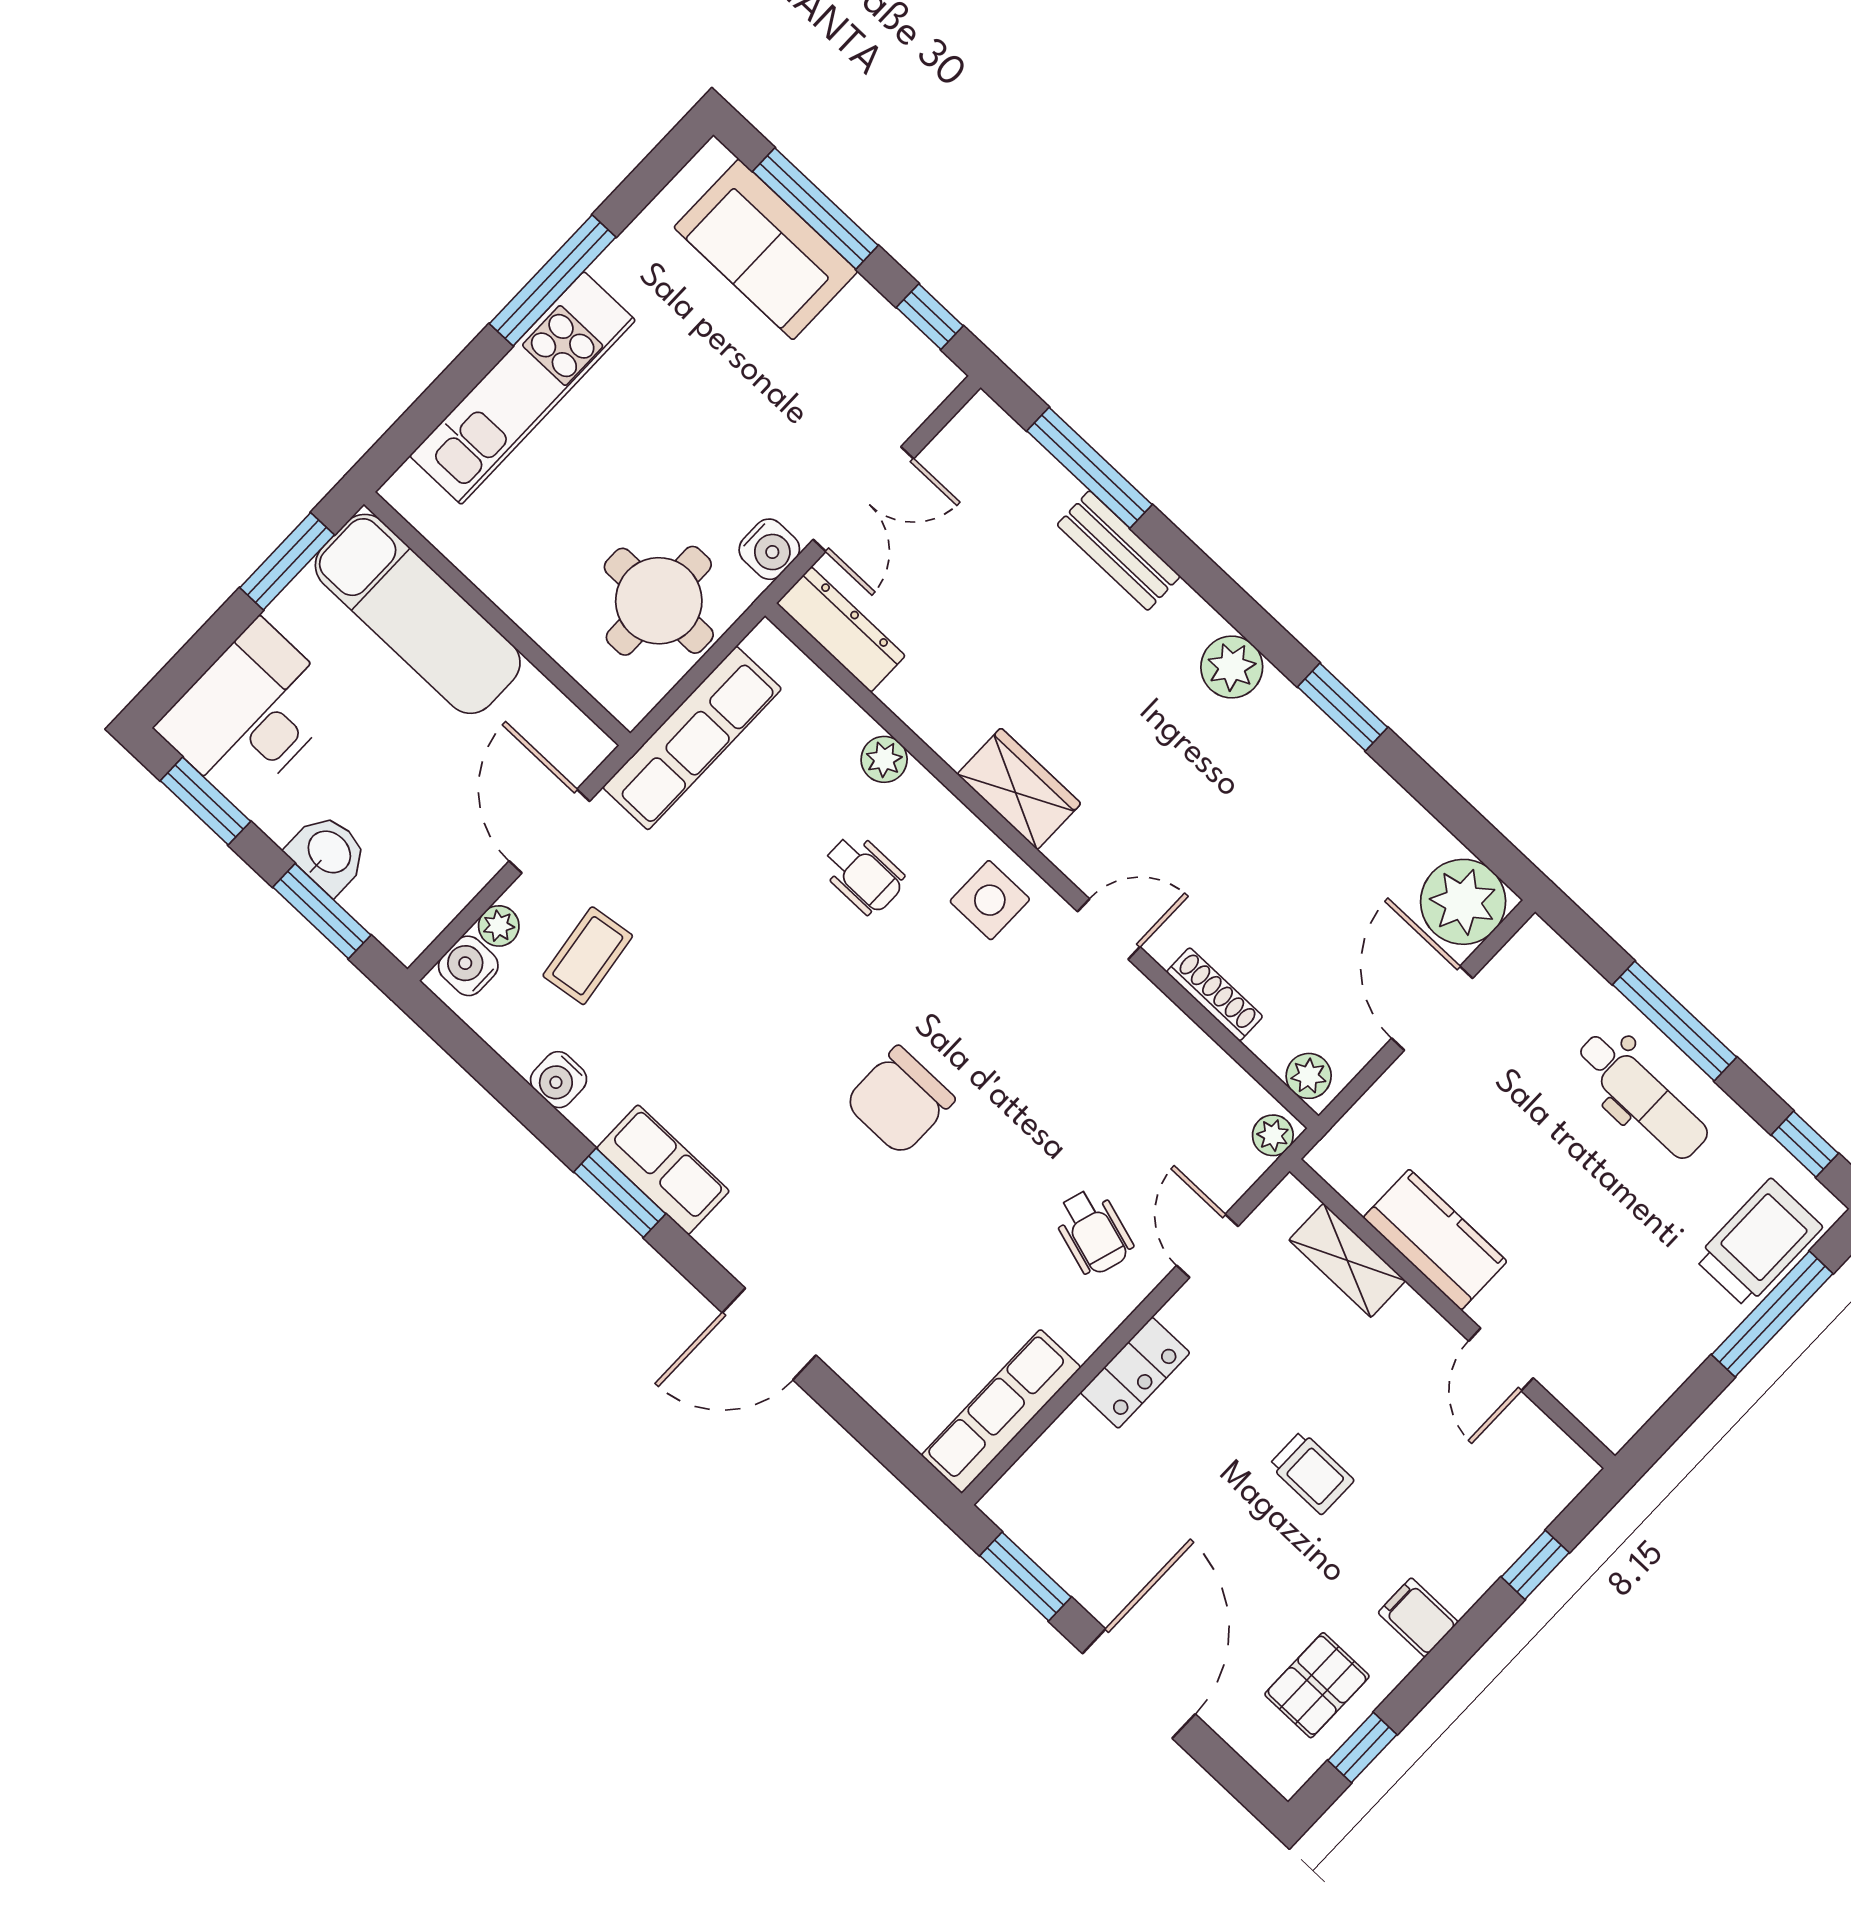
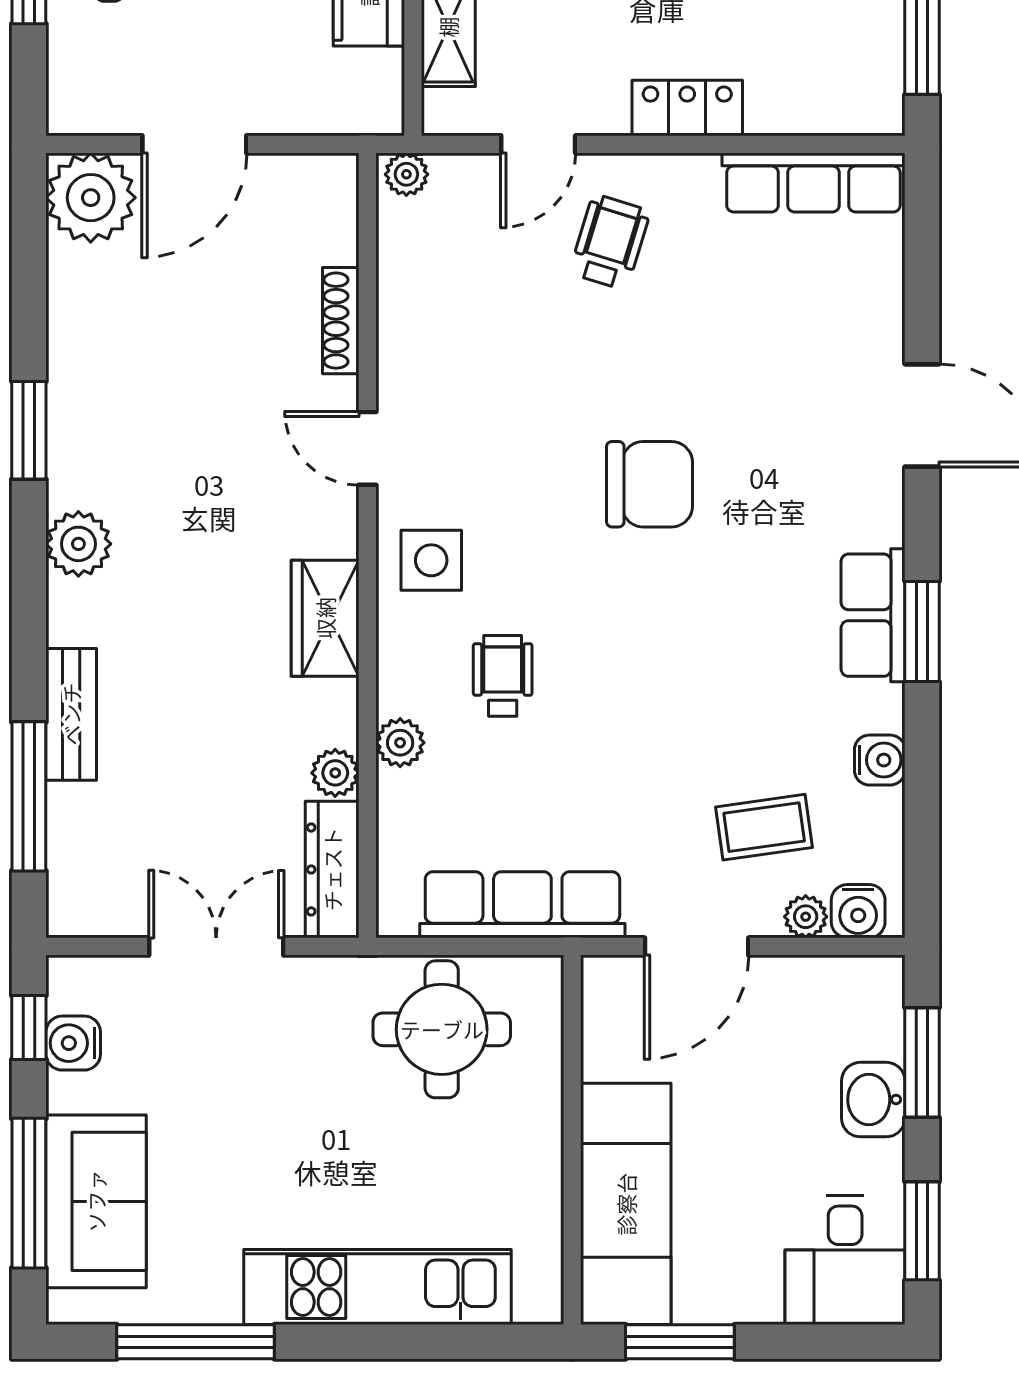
window: (553, 280) -> (196, 1342), moved
water cooler: (769, 549) -> (73, 1043), moved, turned -90
desk: (250, 713) -> (845, 1260), width x0.73
plant: (1309, 1076) -> (335, 773), moved

